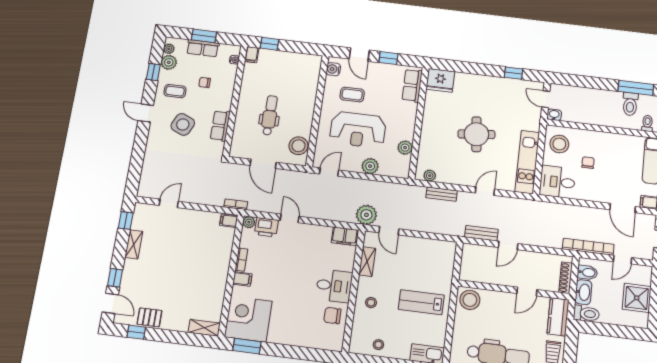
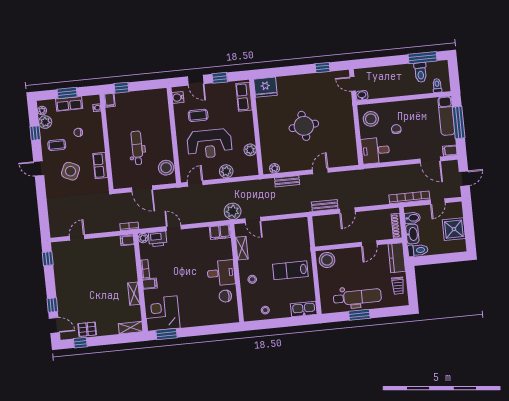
kitchen unit: (527, 162) -> (349, 140), removed
shelving: (134, 244) -> (134, 294), moved

